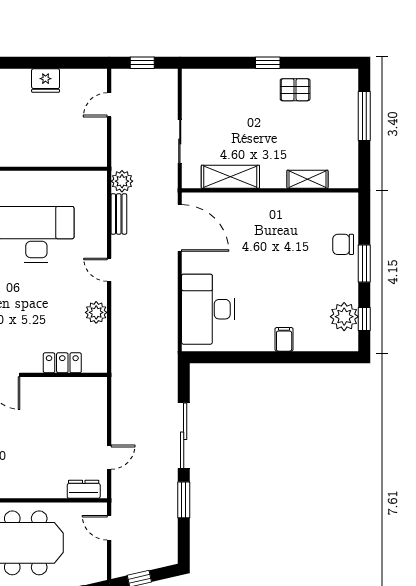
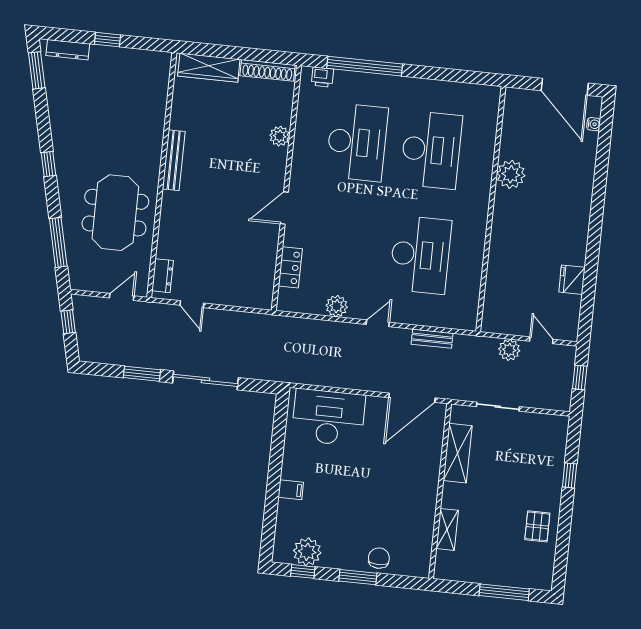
window: (268, 63) -> (570, 475), moved
plant: (122, 181) -> (509, 350), moved

